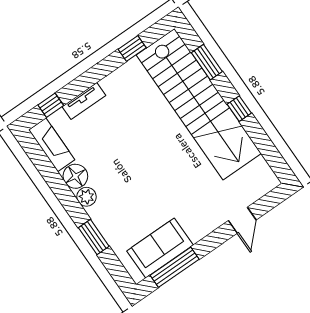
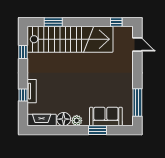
window: (51, 105) -> (23, 95), moved
window: (239, 109) -> (116, 22), moved
door: (242, 220) -> (137, 44), moved
sofa: (160, 248) -> (106, 117), moved, turned 90

